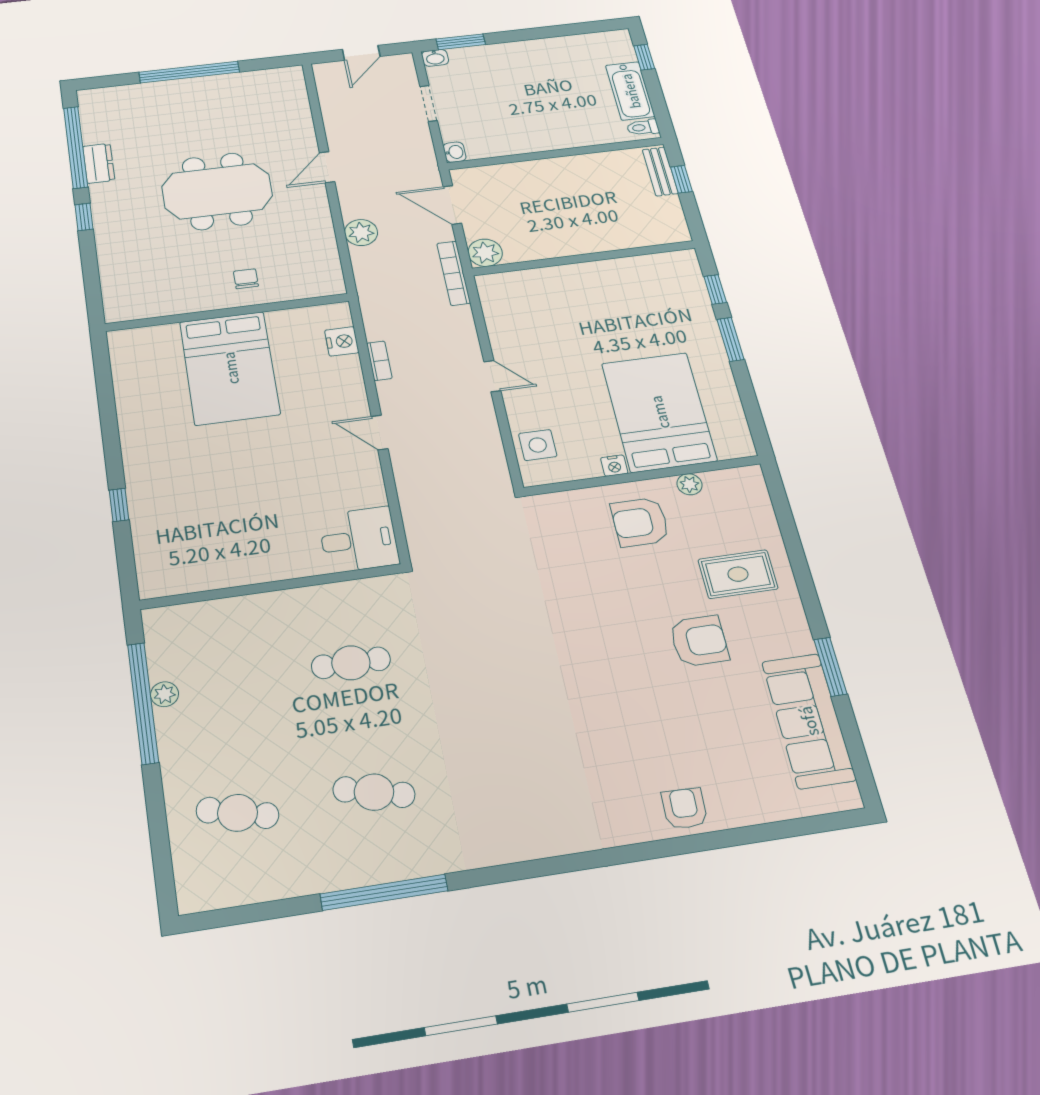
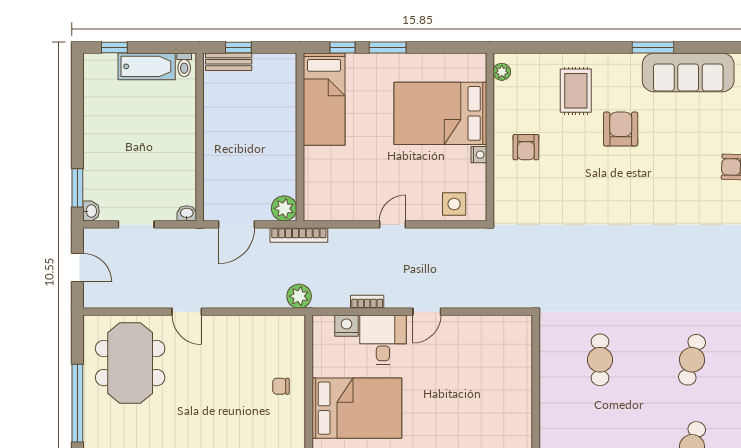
meeting table: (217, 191) -> (130, 363), moved
plant: (361, 233) -> (299, 296), moved
bed: (641, 278) -> (324, 99), added
plant: (690, 484) -> (502, 72), moved
armchair: (640, 522) -> (526, 147), width x0.72, depth x0.72
desk: (359, 540) -> (383, 340), moved

